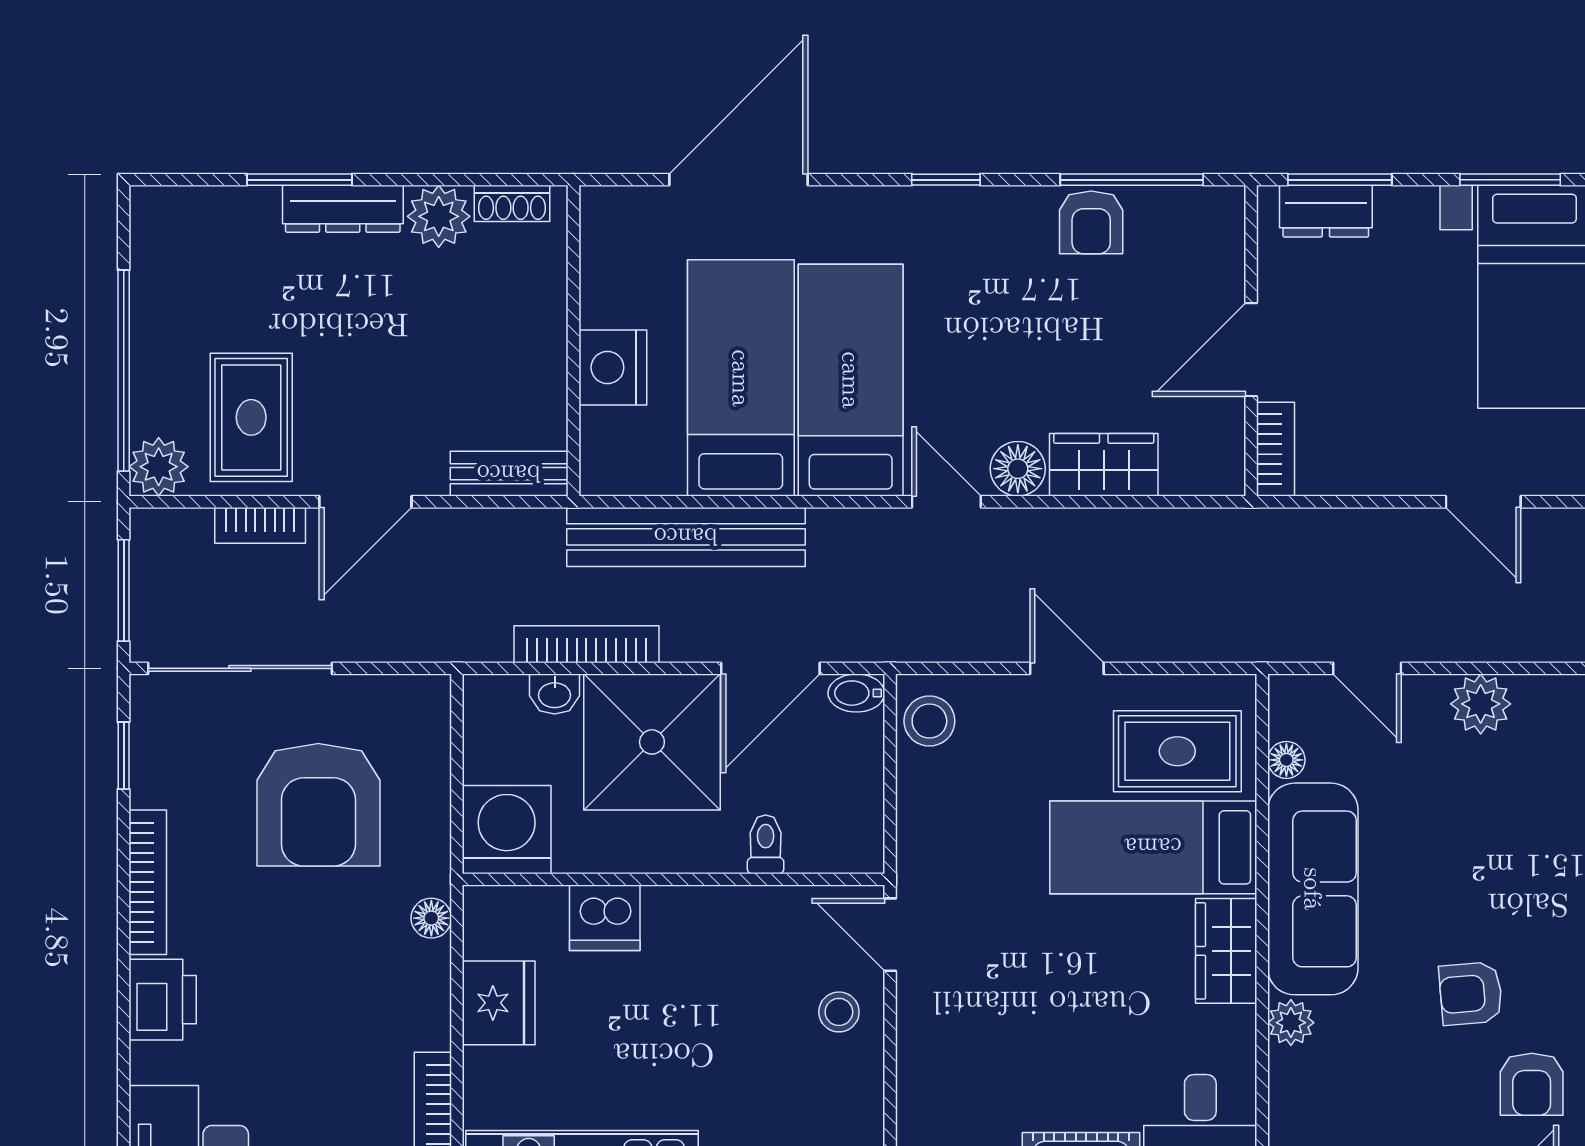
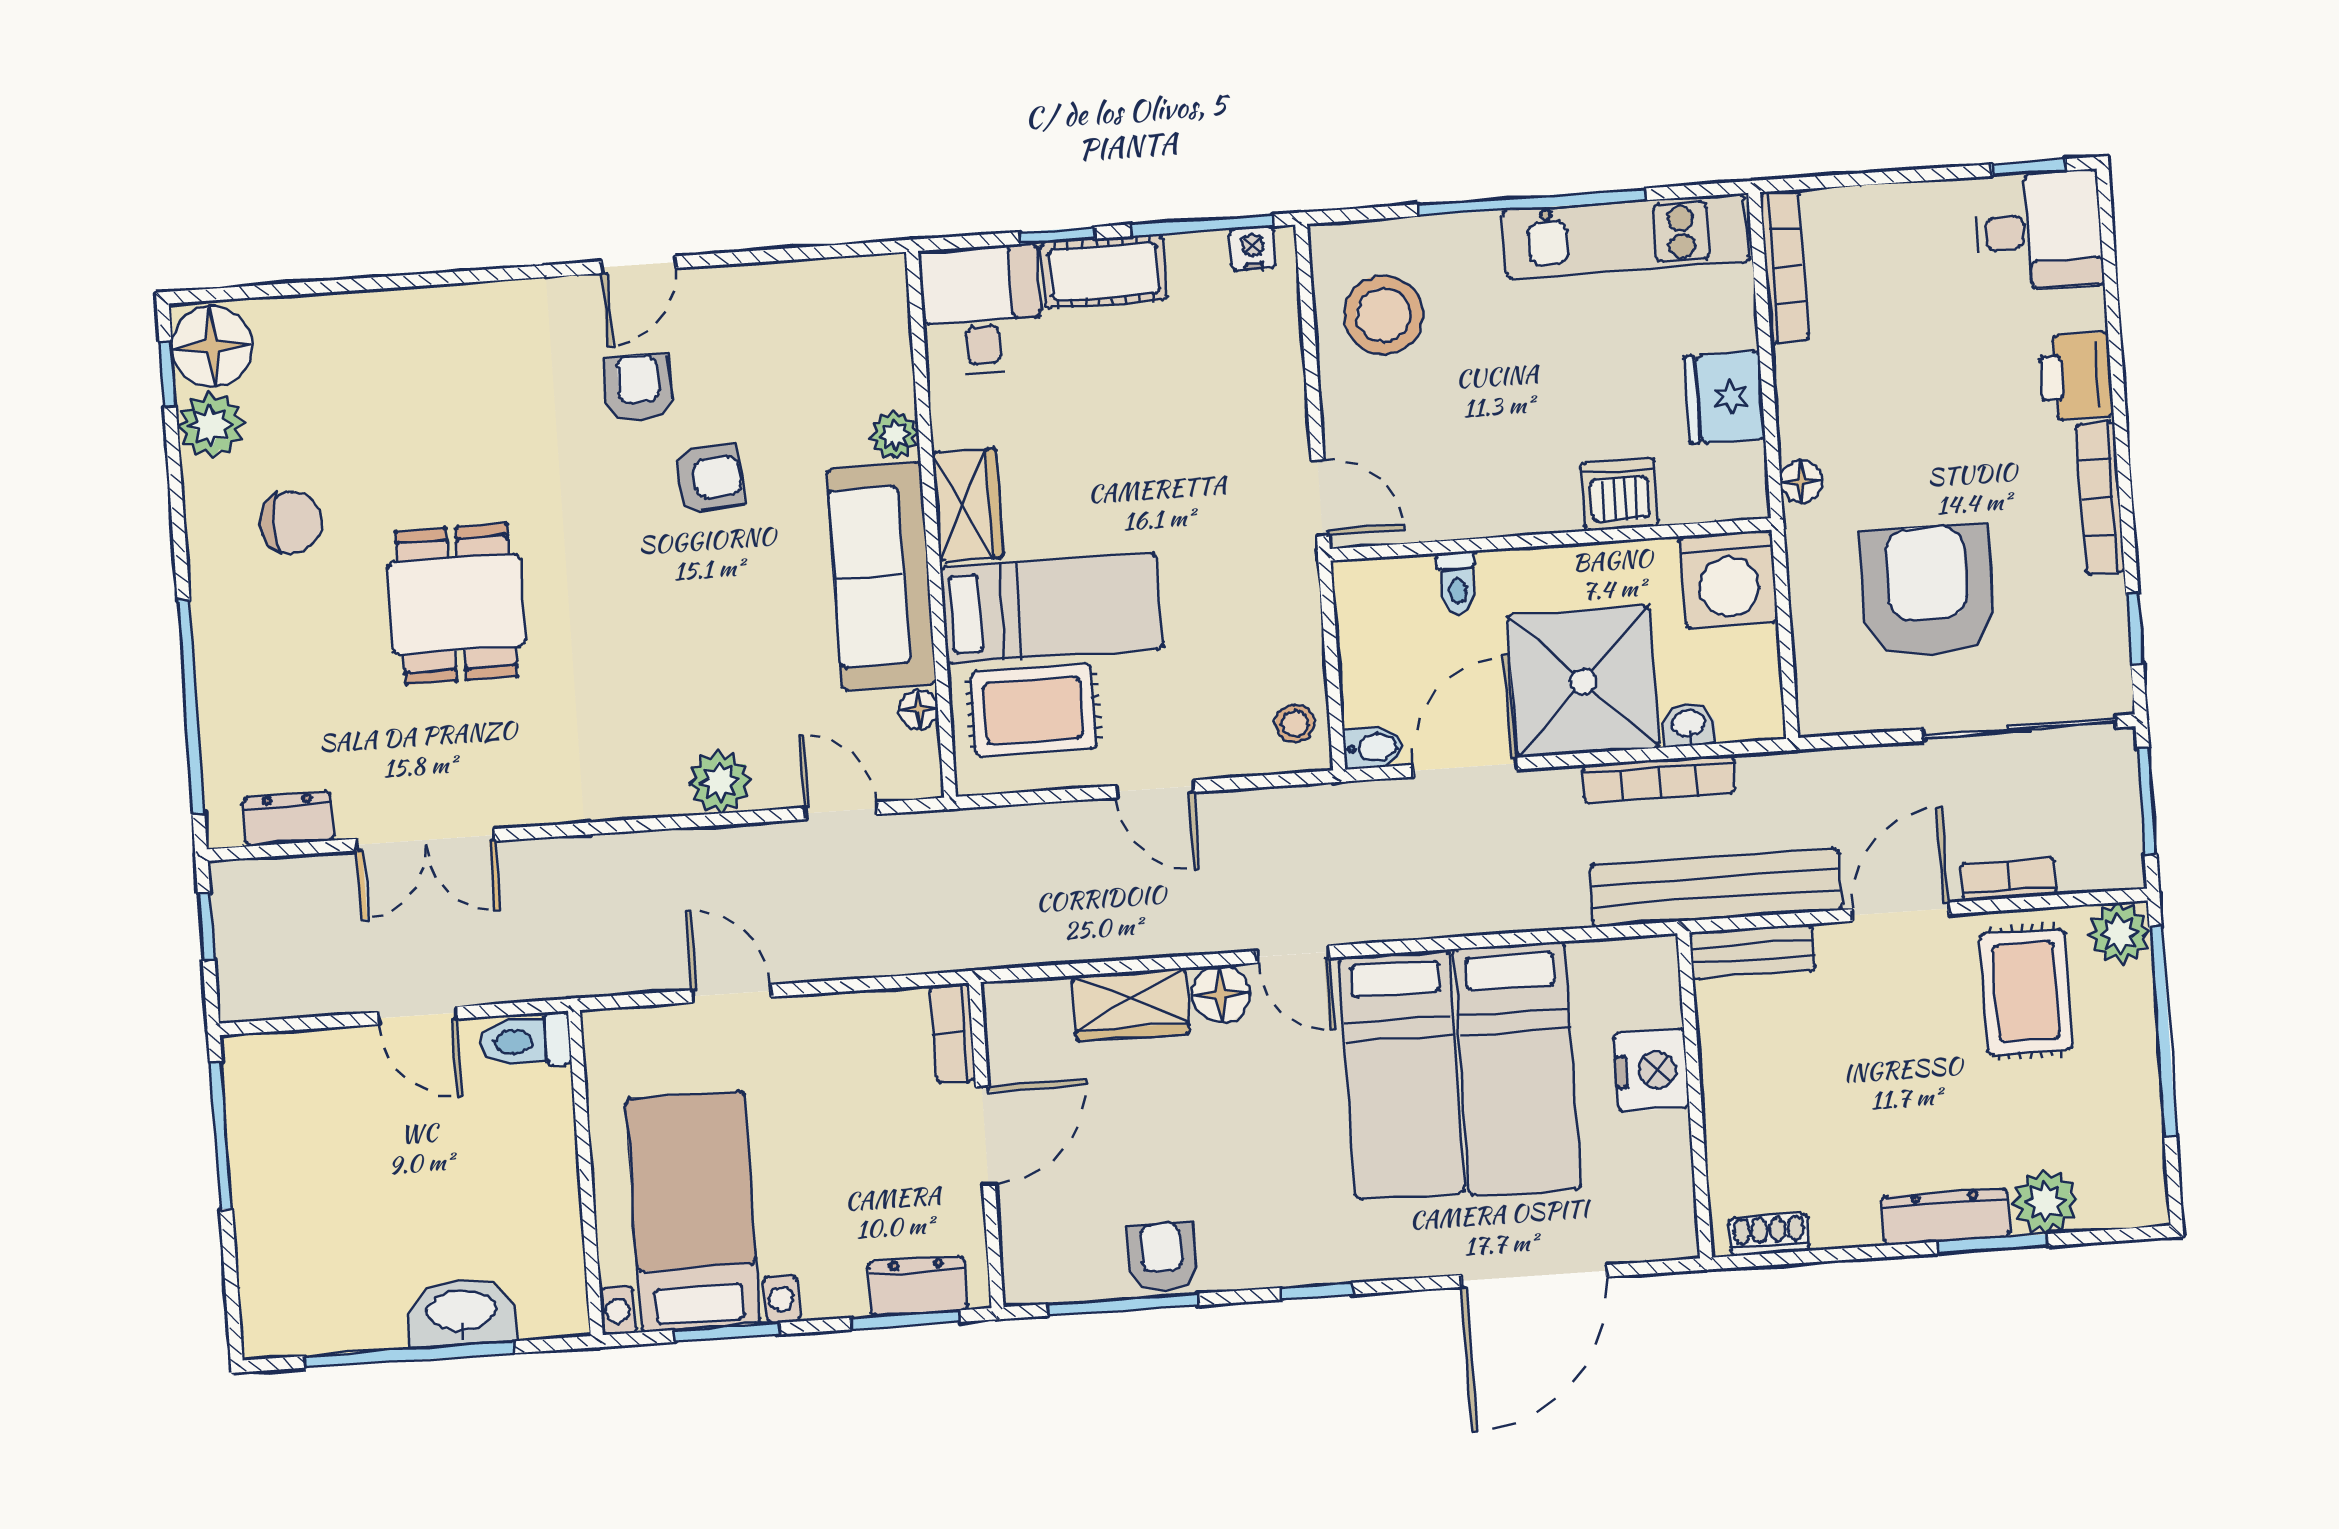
plant: (439, 216) -> (2045, 1201), moved
bench: (686, 537) -> (1716, 888), moved
stool: (929, 721) -> (1295, 724), width x0.73, depth x0.73
stool: (839, 1012) -> (1383, 315), moved, width x1.89, depth x1.89

